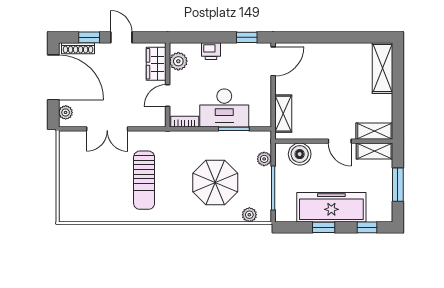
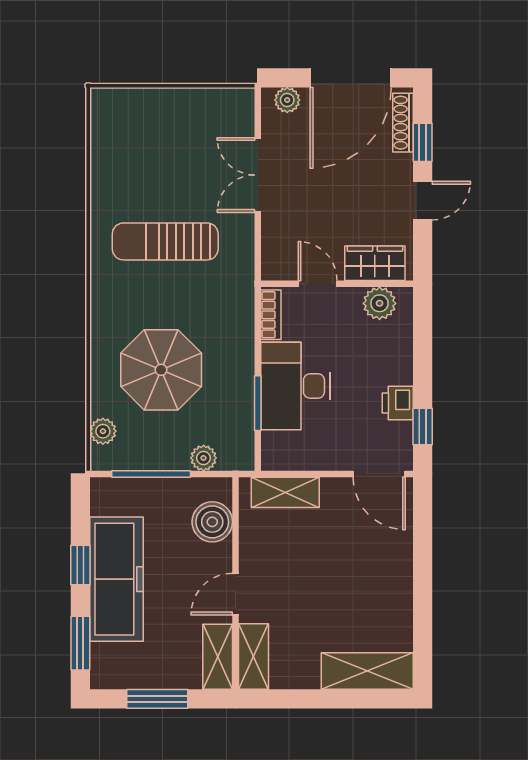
printer: (211, 51) -> (398, 403), moved
window: (367, 227) -> (80, 643), width x1.50

